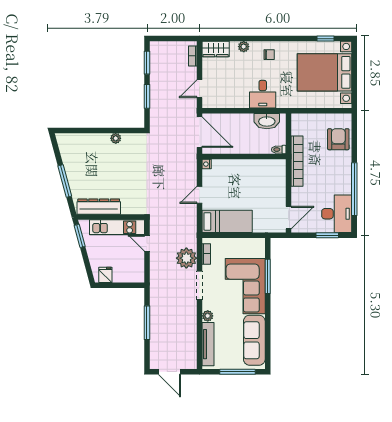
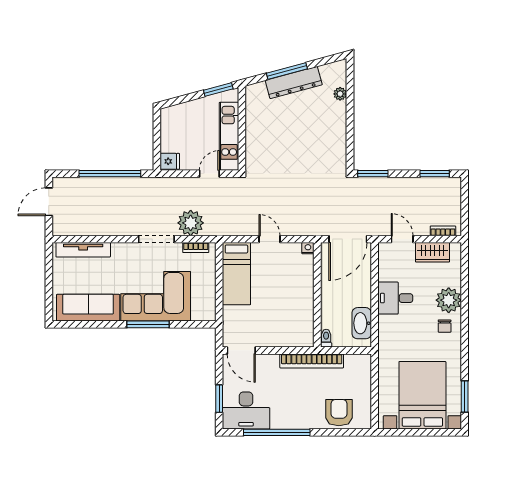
window: (325, 39) -> (465, 396), width x1.50
plant: (244, 47) -> (449, 300), width x1.87, depth x1.87
wardrobe: (216, 49) -> (432, 252), moved, turned -90
desk: (263, 94) -> (395, 298), moved
window: (147, 96) -> (373, 174), moved
plant: (116, 138) -> (340, 94), moved
armchair: (338, 139) -> (339, 413), turned -90
dresser: (99, 207) -> (294, 83), moved, turned 75
fridge: (105, 275) -> (170, 161), moved
window: (268, 276) -> (148, 324), moved
plant: (208, 316) -> (119, 249), removed
window: (147, 323) -> (110, 174), width x1.46
window: (237, 372) -> (49, 287), removed

